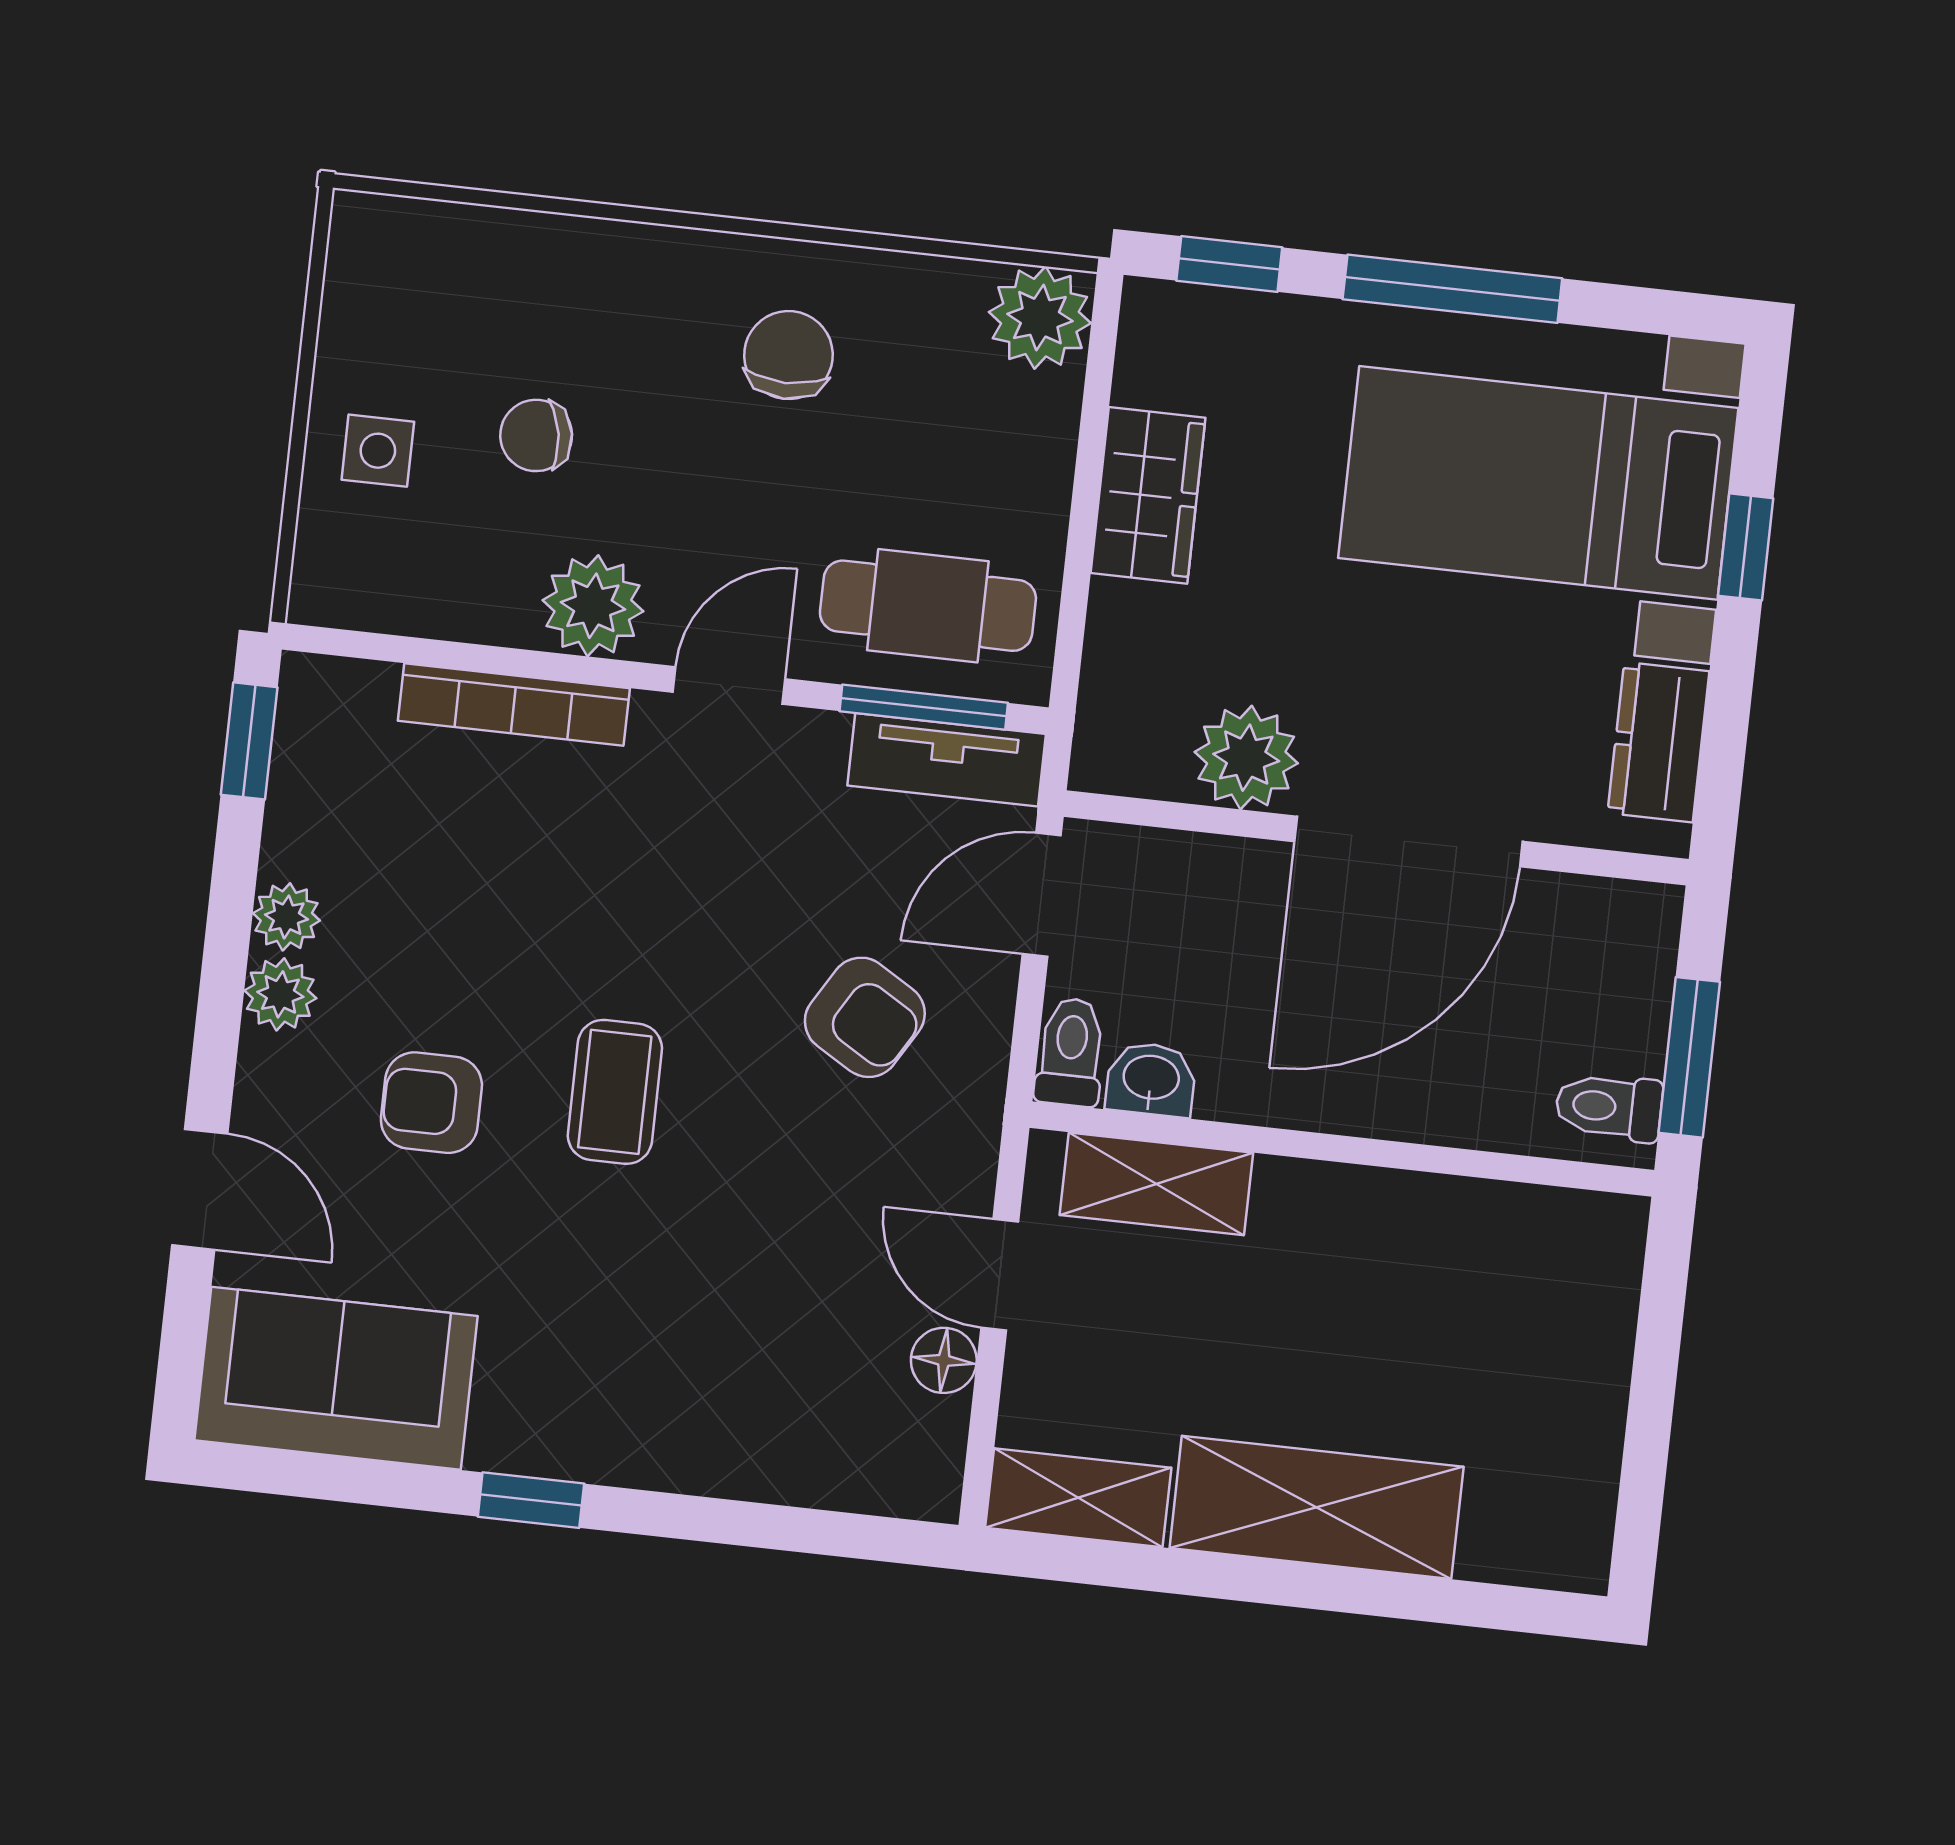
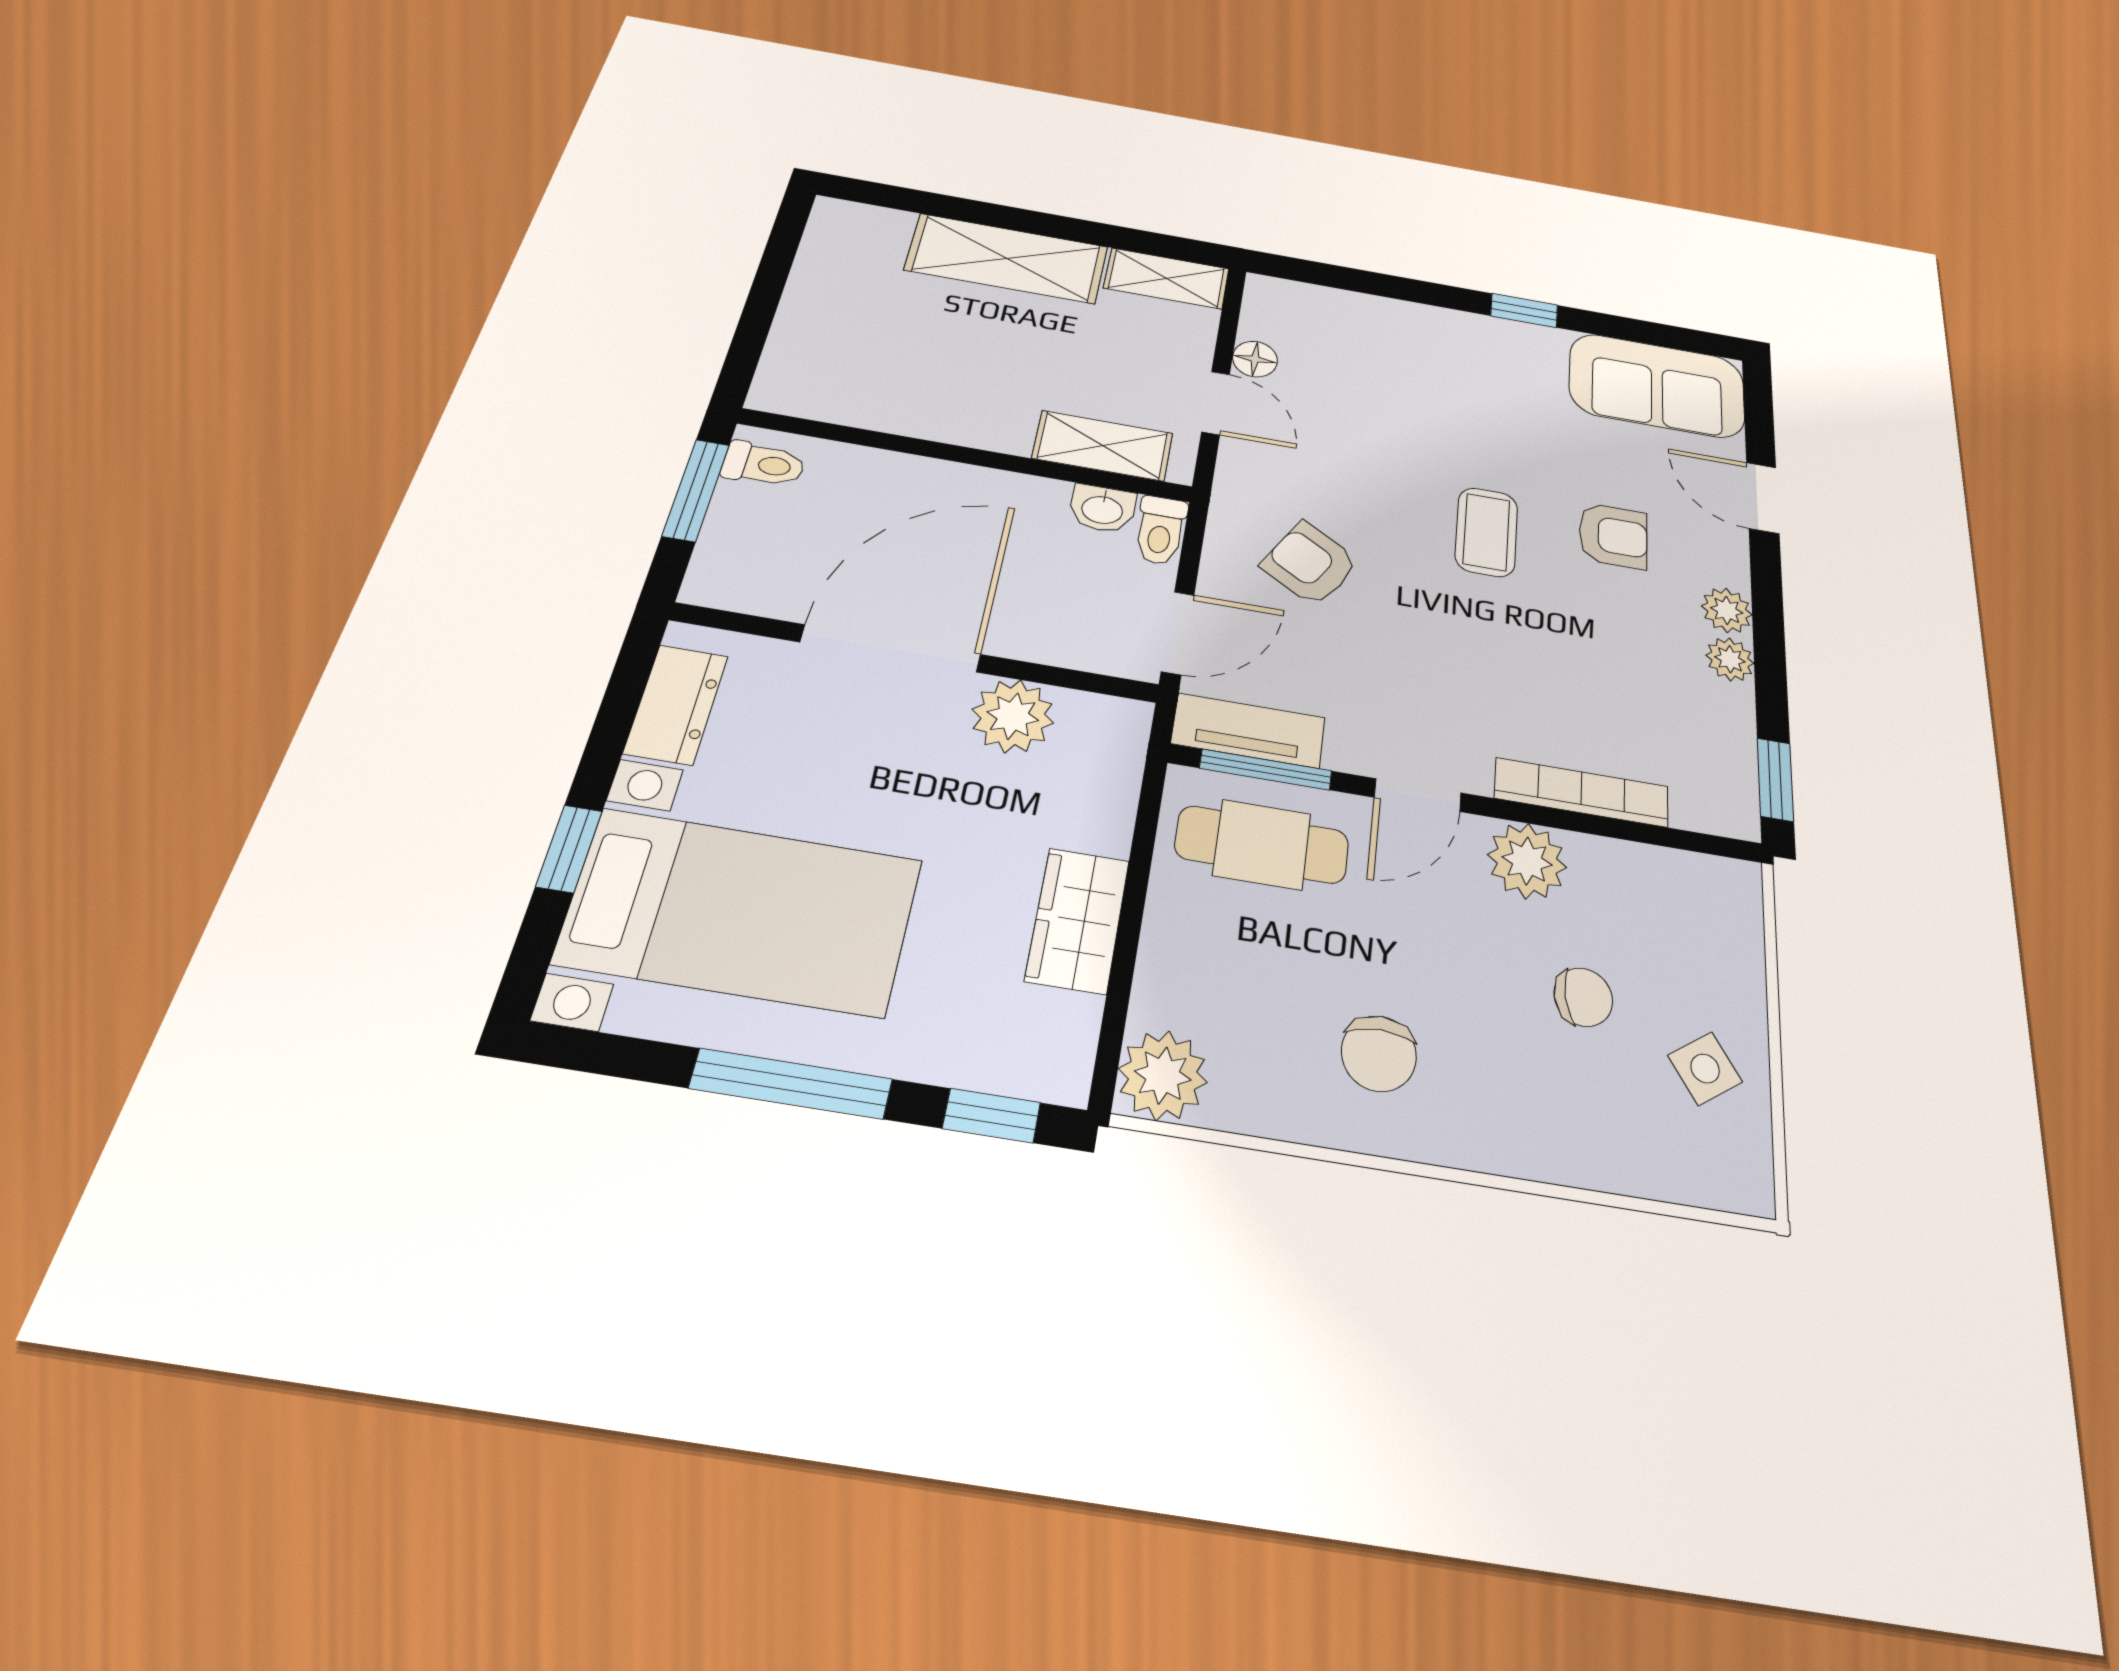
side table: (378, 451) -> (1705, 1069), moved, turned -34

